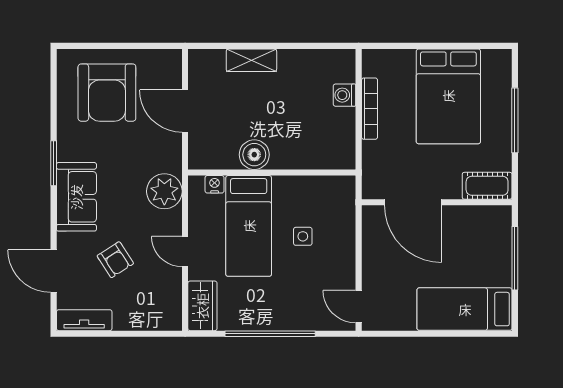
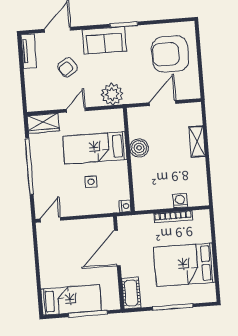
nightstand: (215, 184) -> (125, 206), moved
bed: (465, 309) -> (71, 300), moved, turned 90

